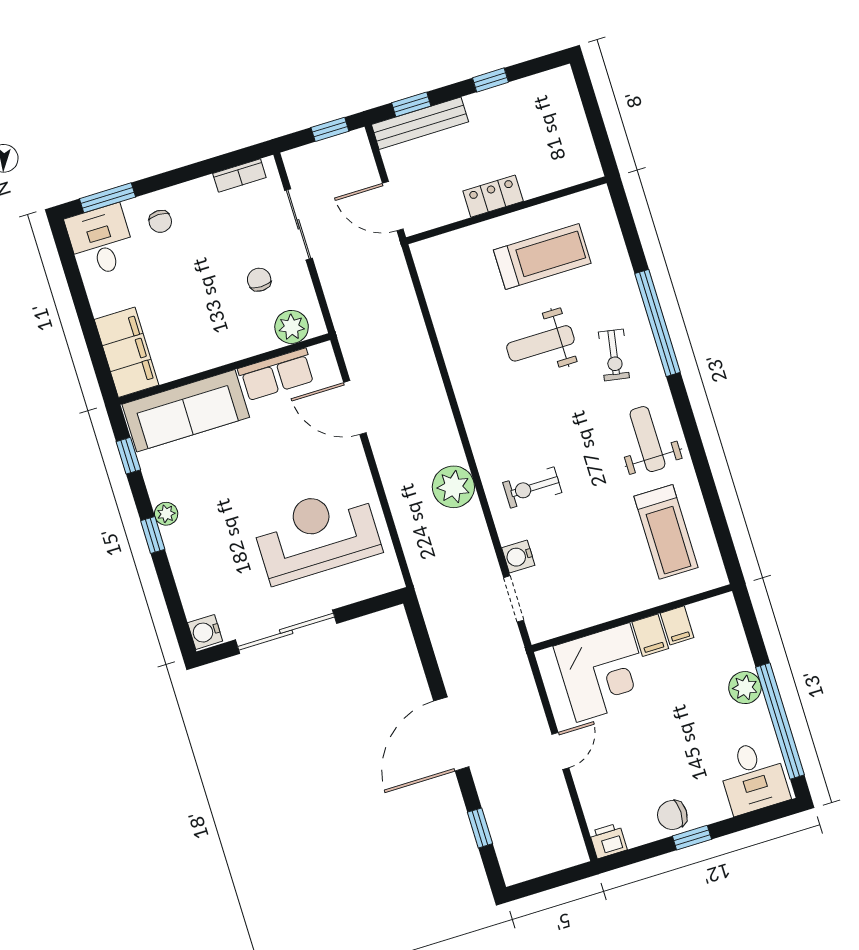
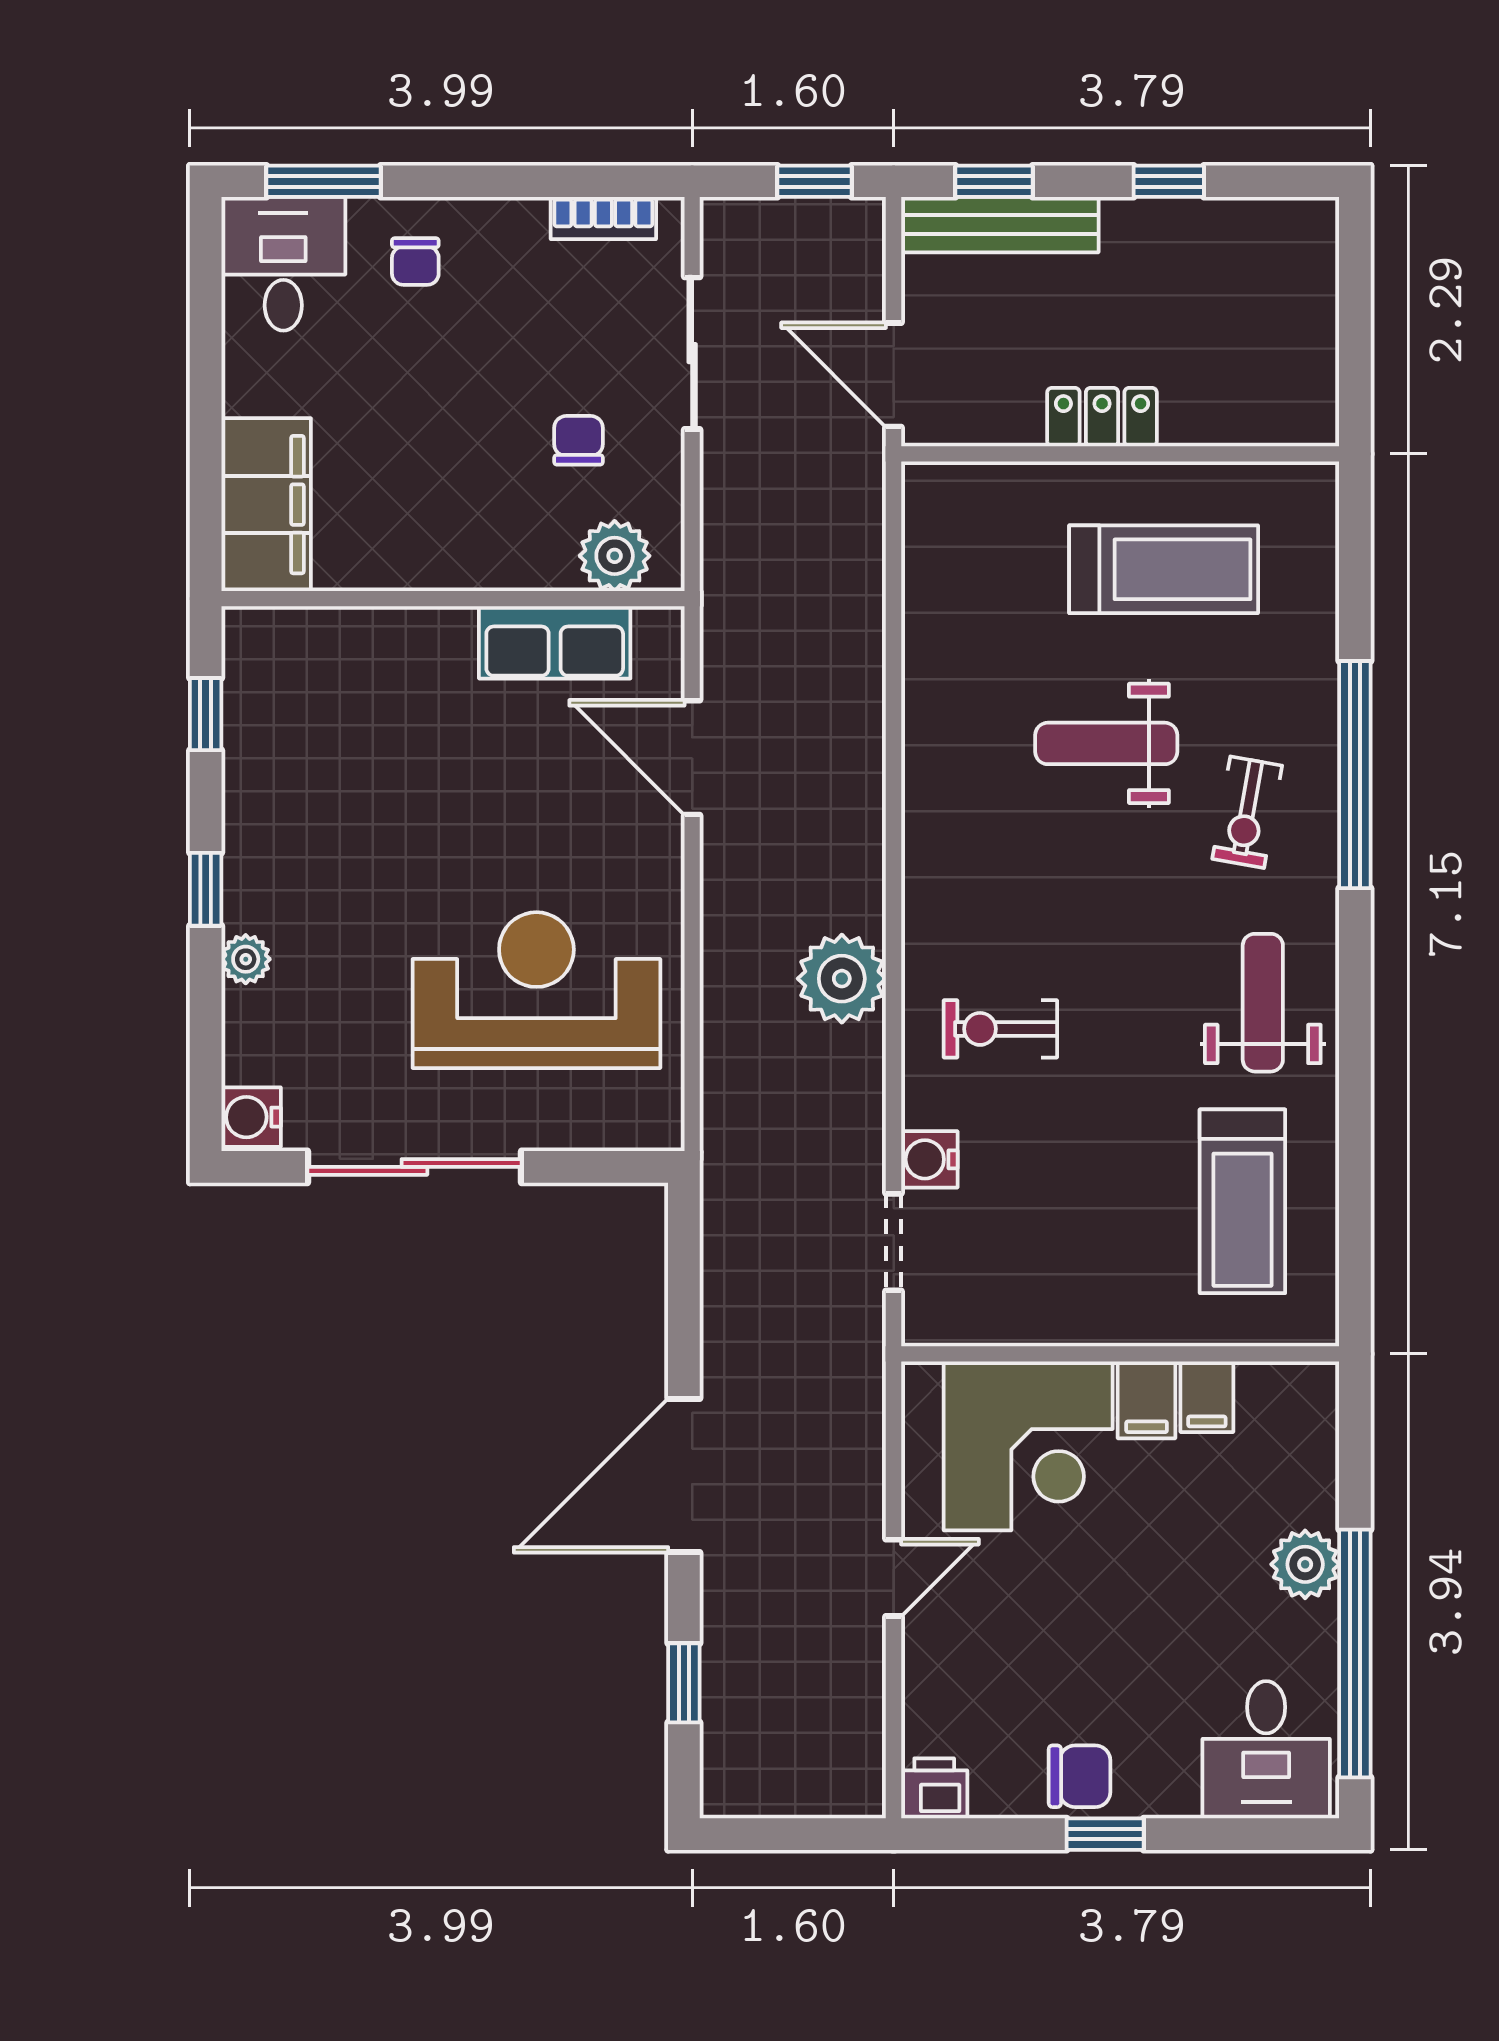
sofa: (186, 411) -> (349, 659), removed
plant: (166, 514) -> (246, 959), moved
chair: (672, 815) -> (1080, 1776), turned 180

